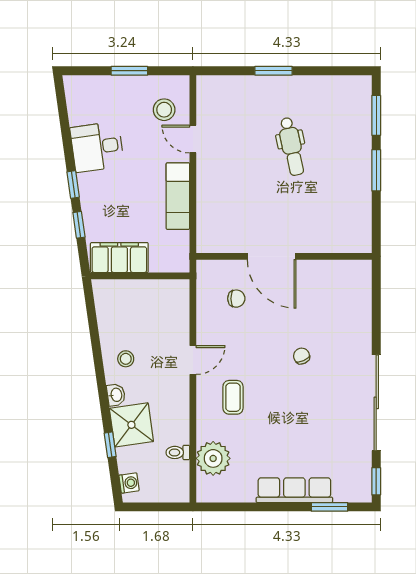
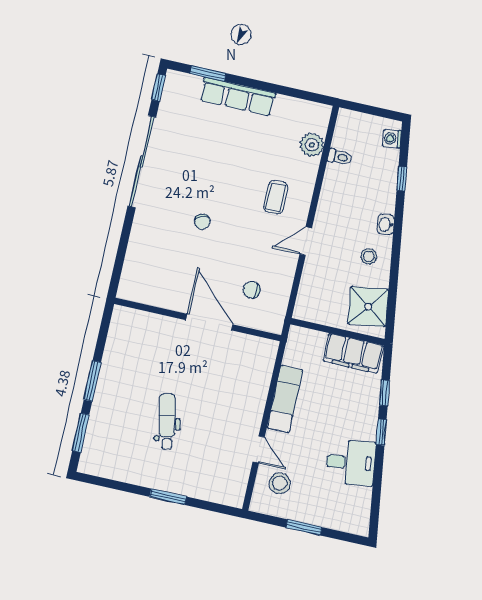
shower: (131, 425) -> (368, 307), moved
plant: (213, 458) -> (312, 145), width x0.73, depth x0.73

